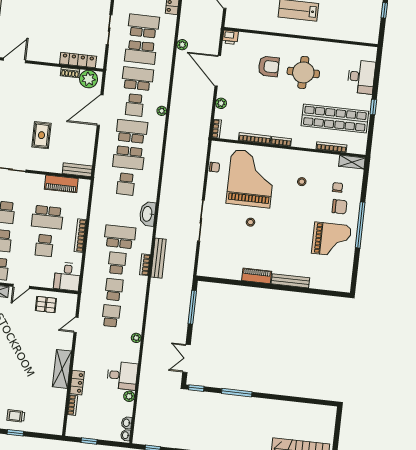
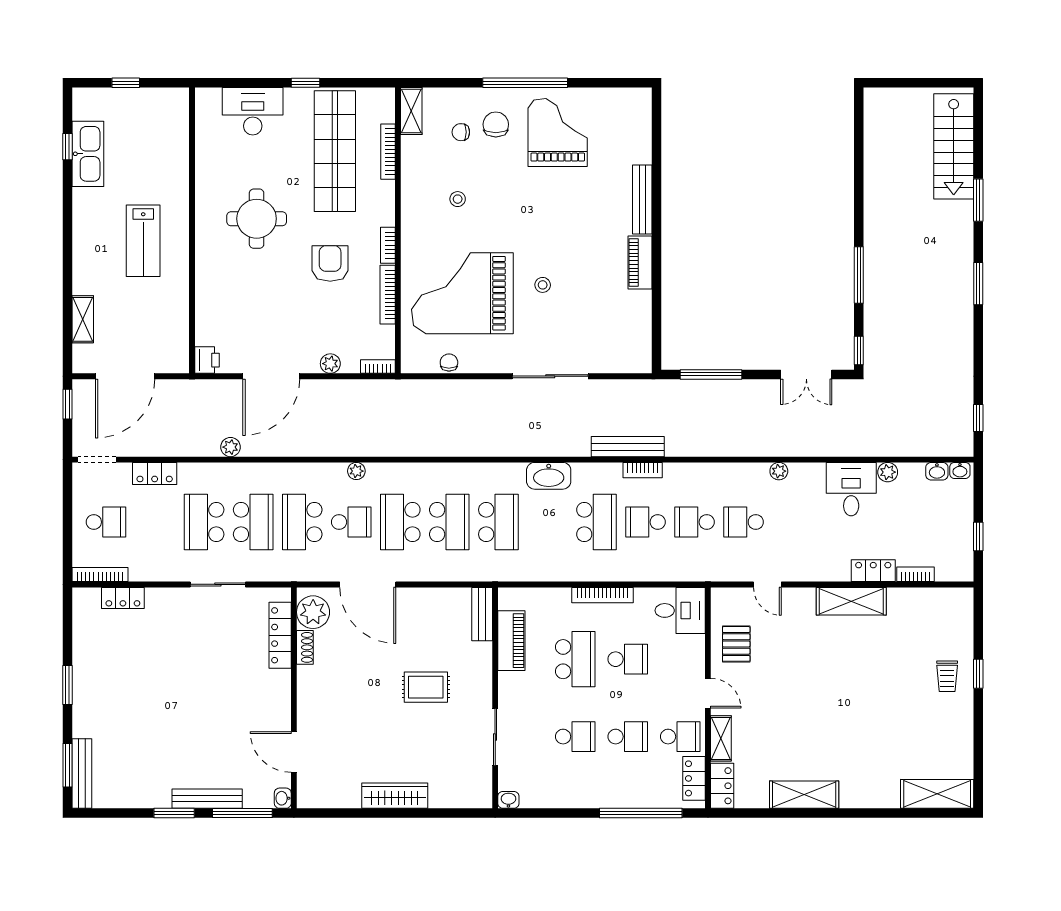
armchair: (269, 66) -> (330, 263), moved
school desk: (126, 184) -> (498, 522), width x1.85
school desk: (120, 237) -> (596, 522), turned 180

